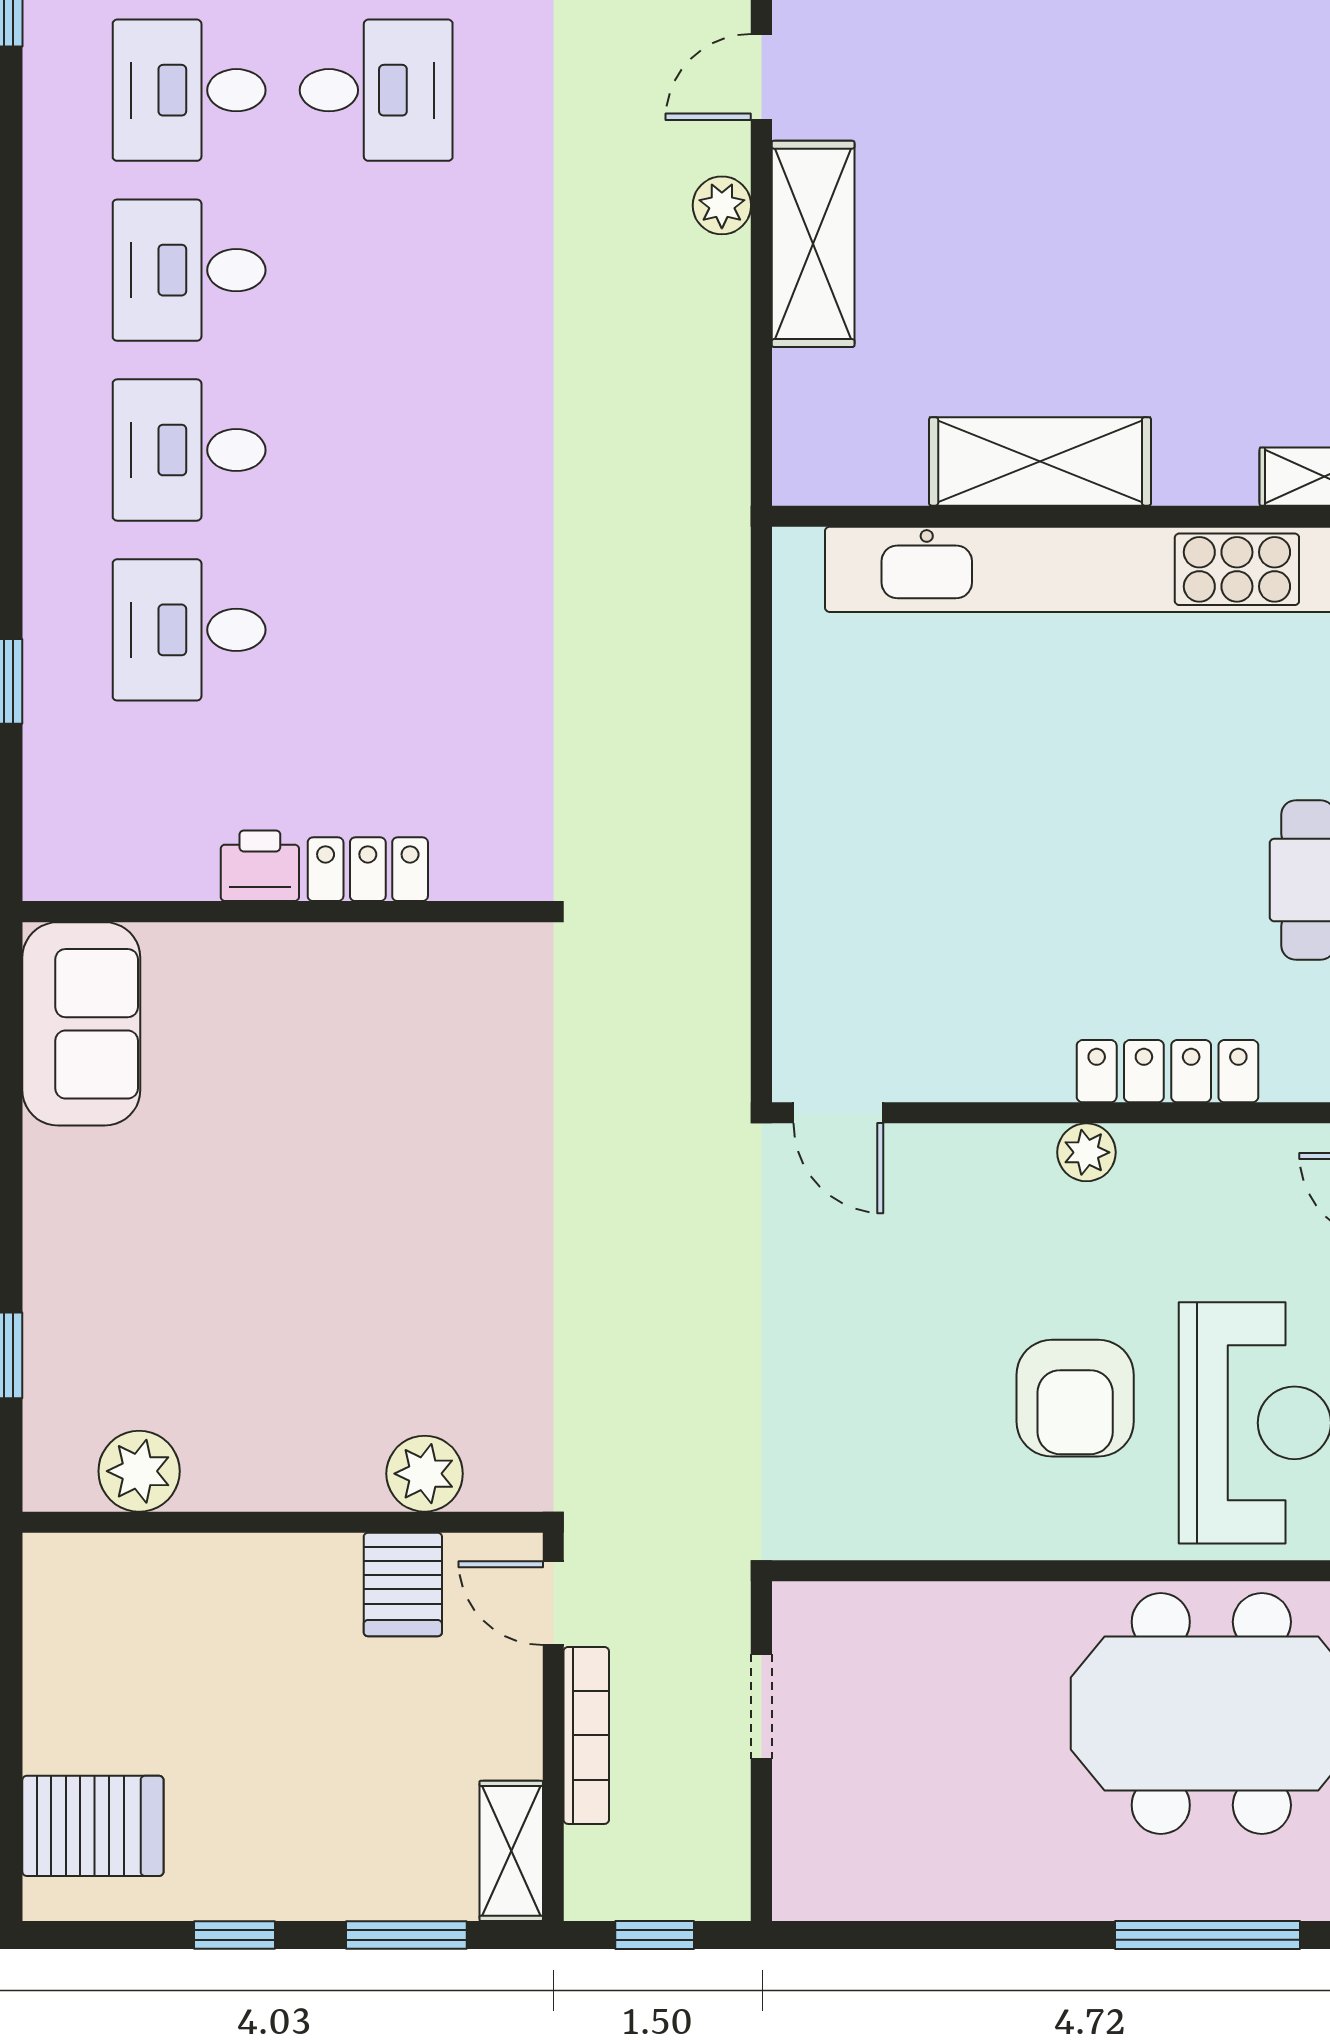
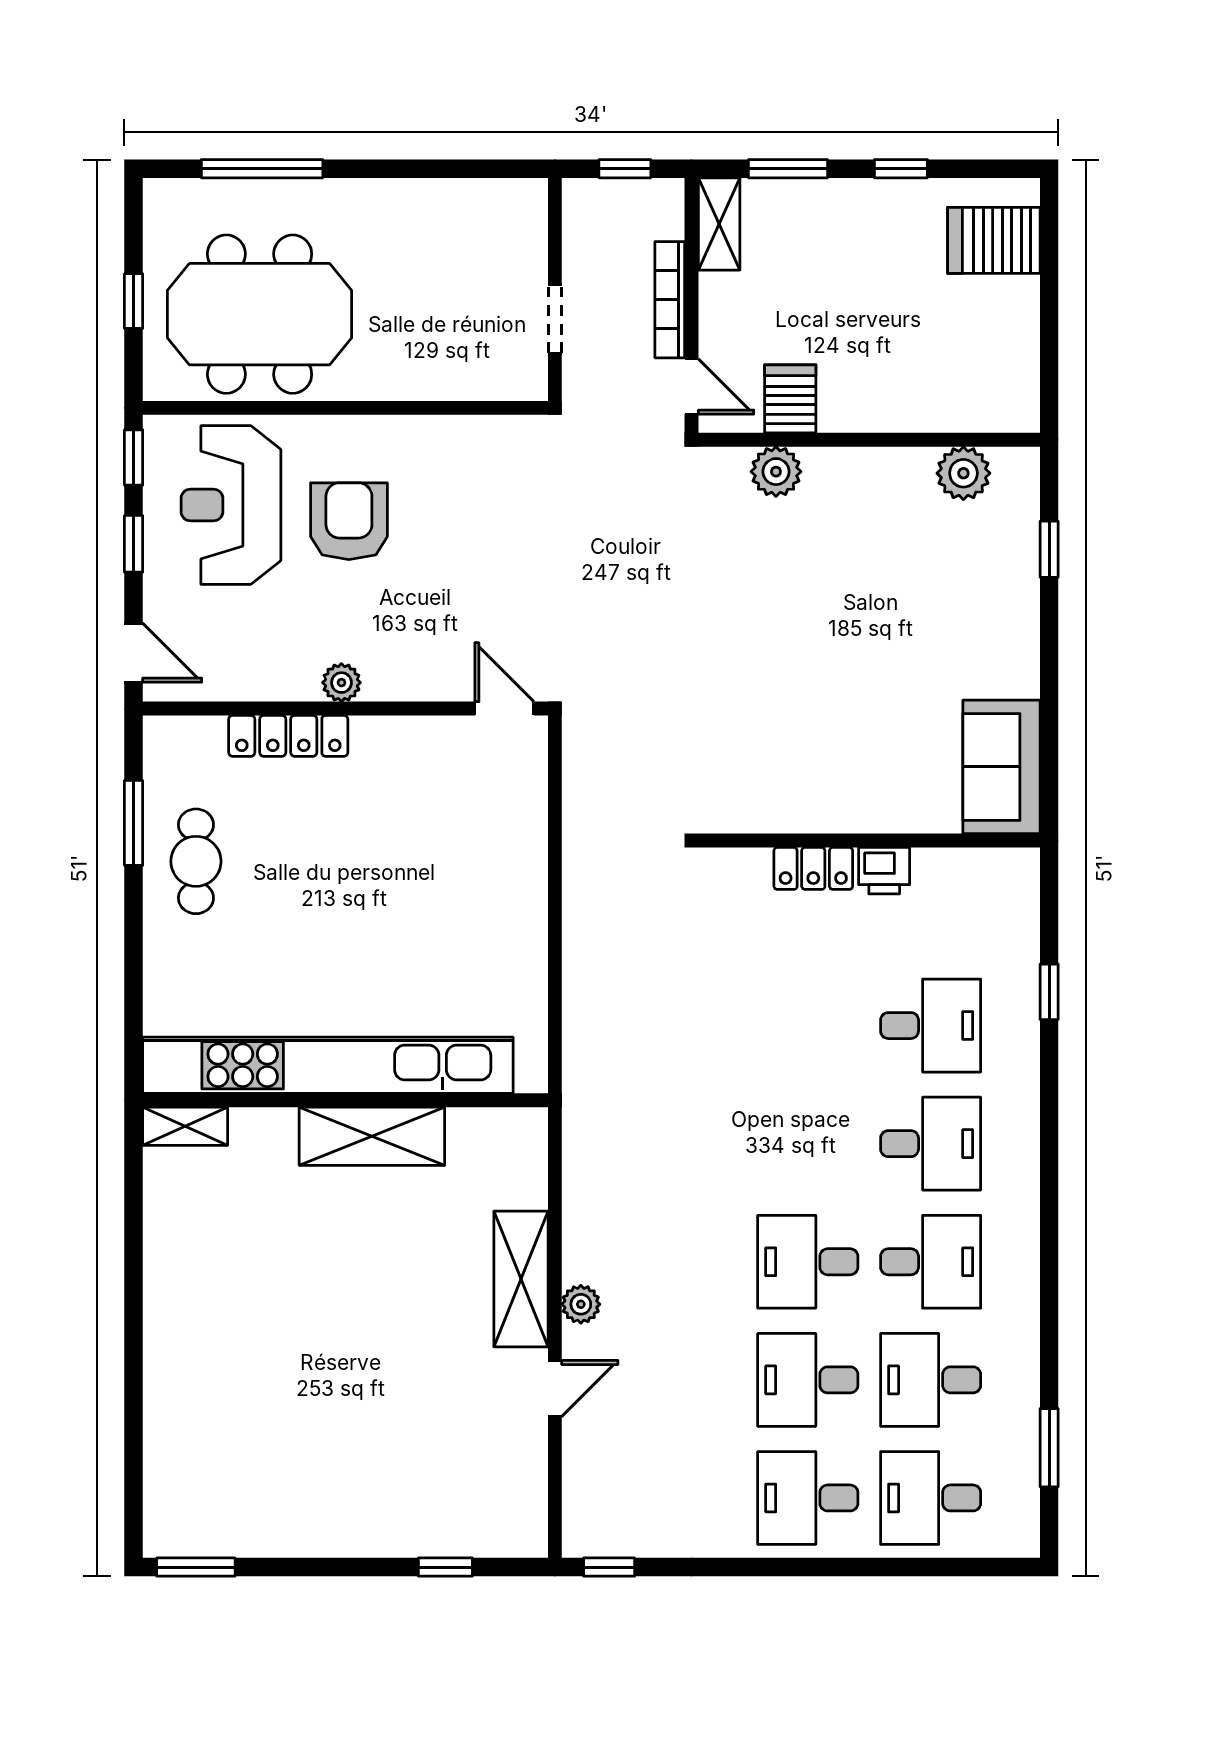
desk: (189, 90) -> (931, 1380), turned 180
desk: (376, 270) -> (808, 1262), added

